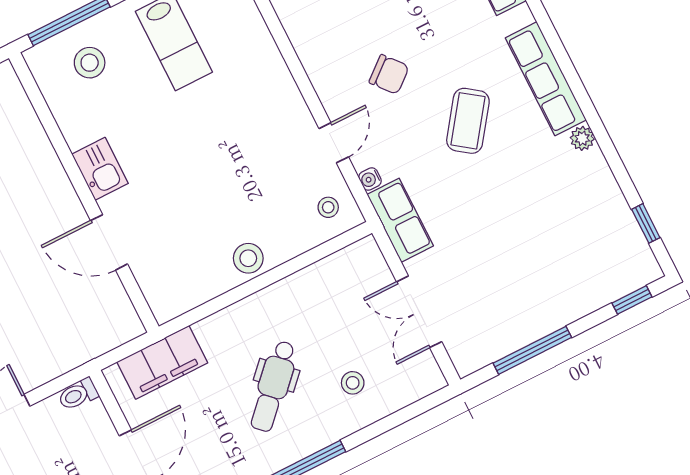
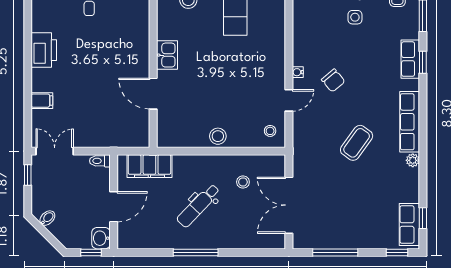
coffee table: (468, 121) -> (357, 143), moved
water cooler: (370, 179) -> (298, 72), moved
row of seats: (400, 220) -> (409, 225), moved, turned 180
double door: (419, 312) -> (289, 205), width x1.37
stool: (353, 383) -> (243, 182), moved

